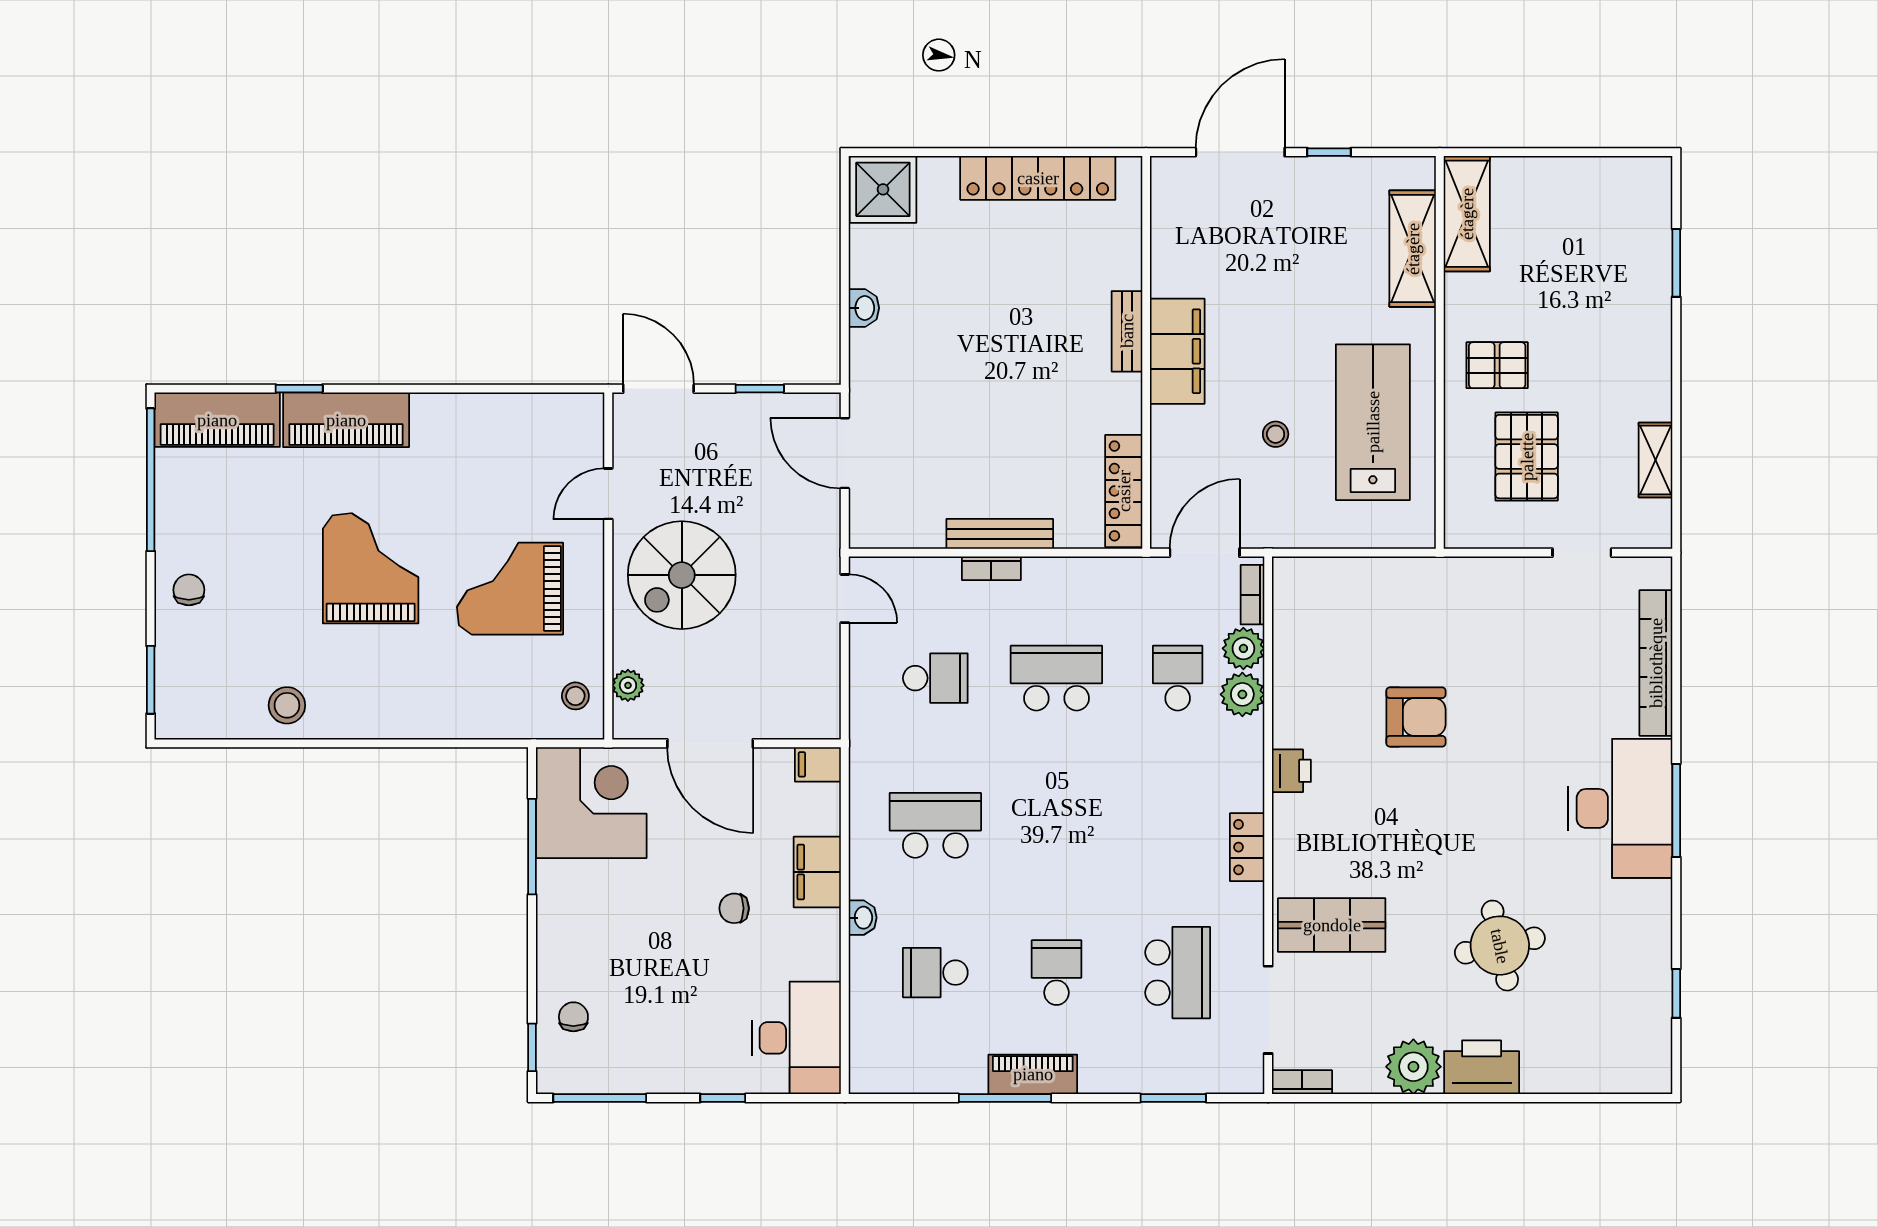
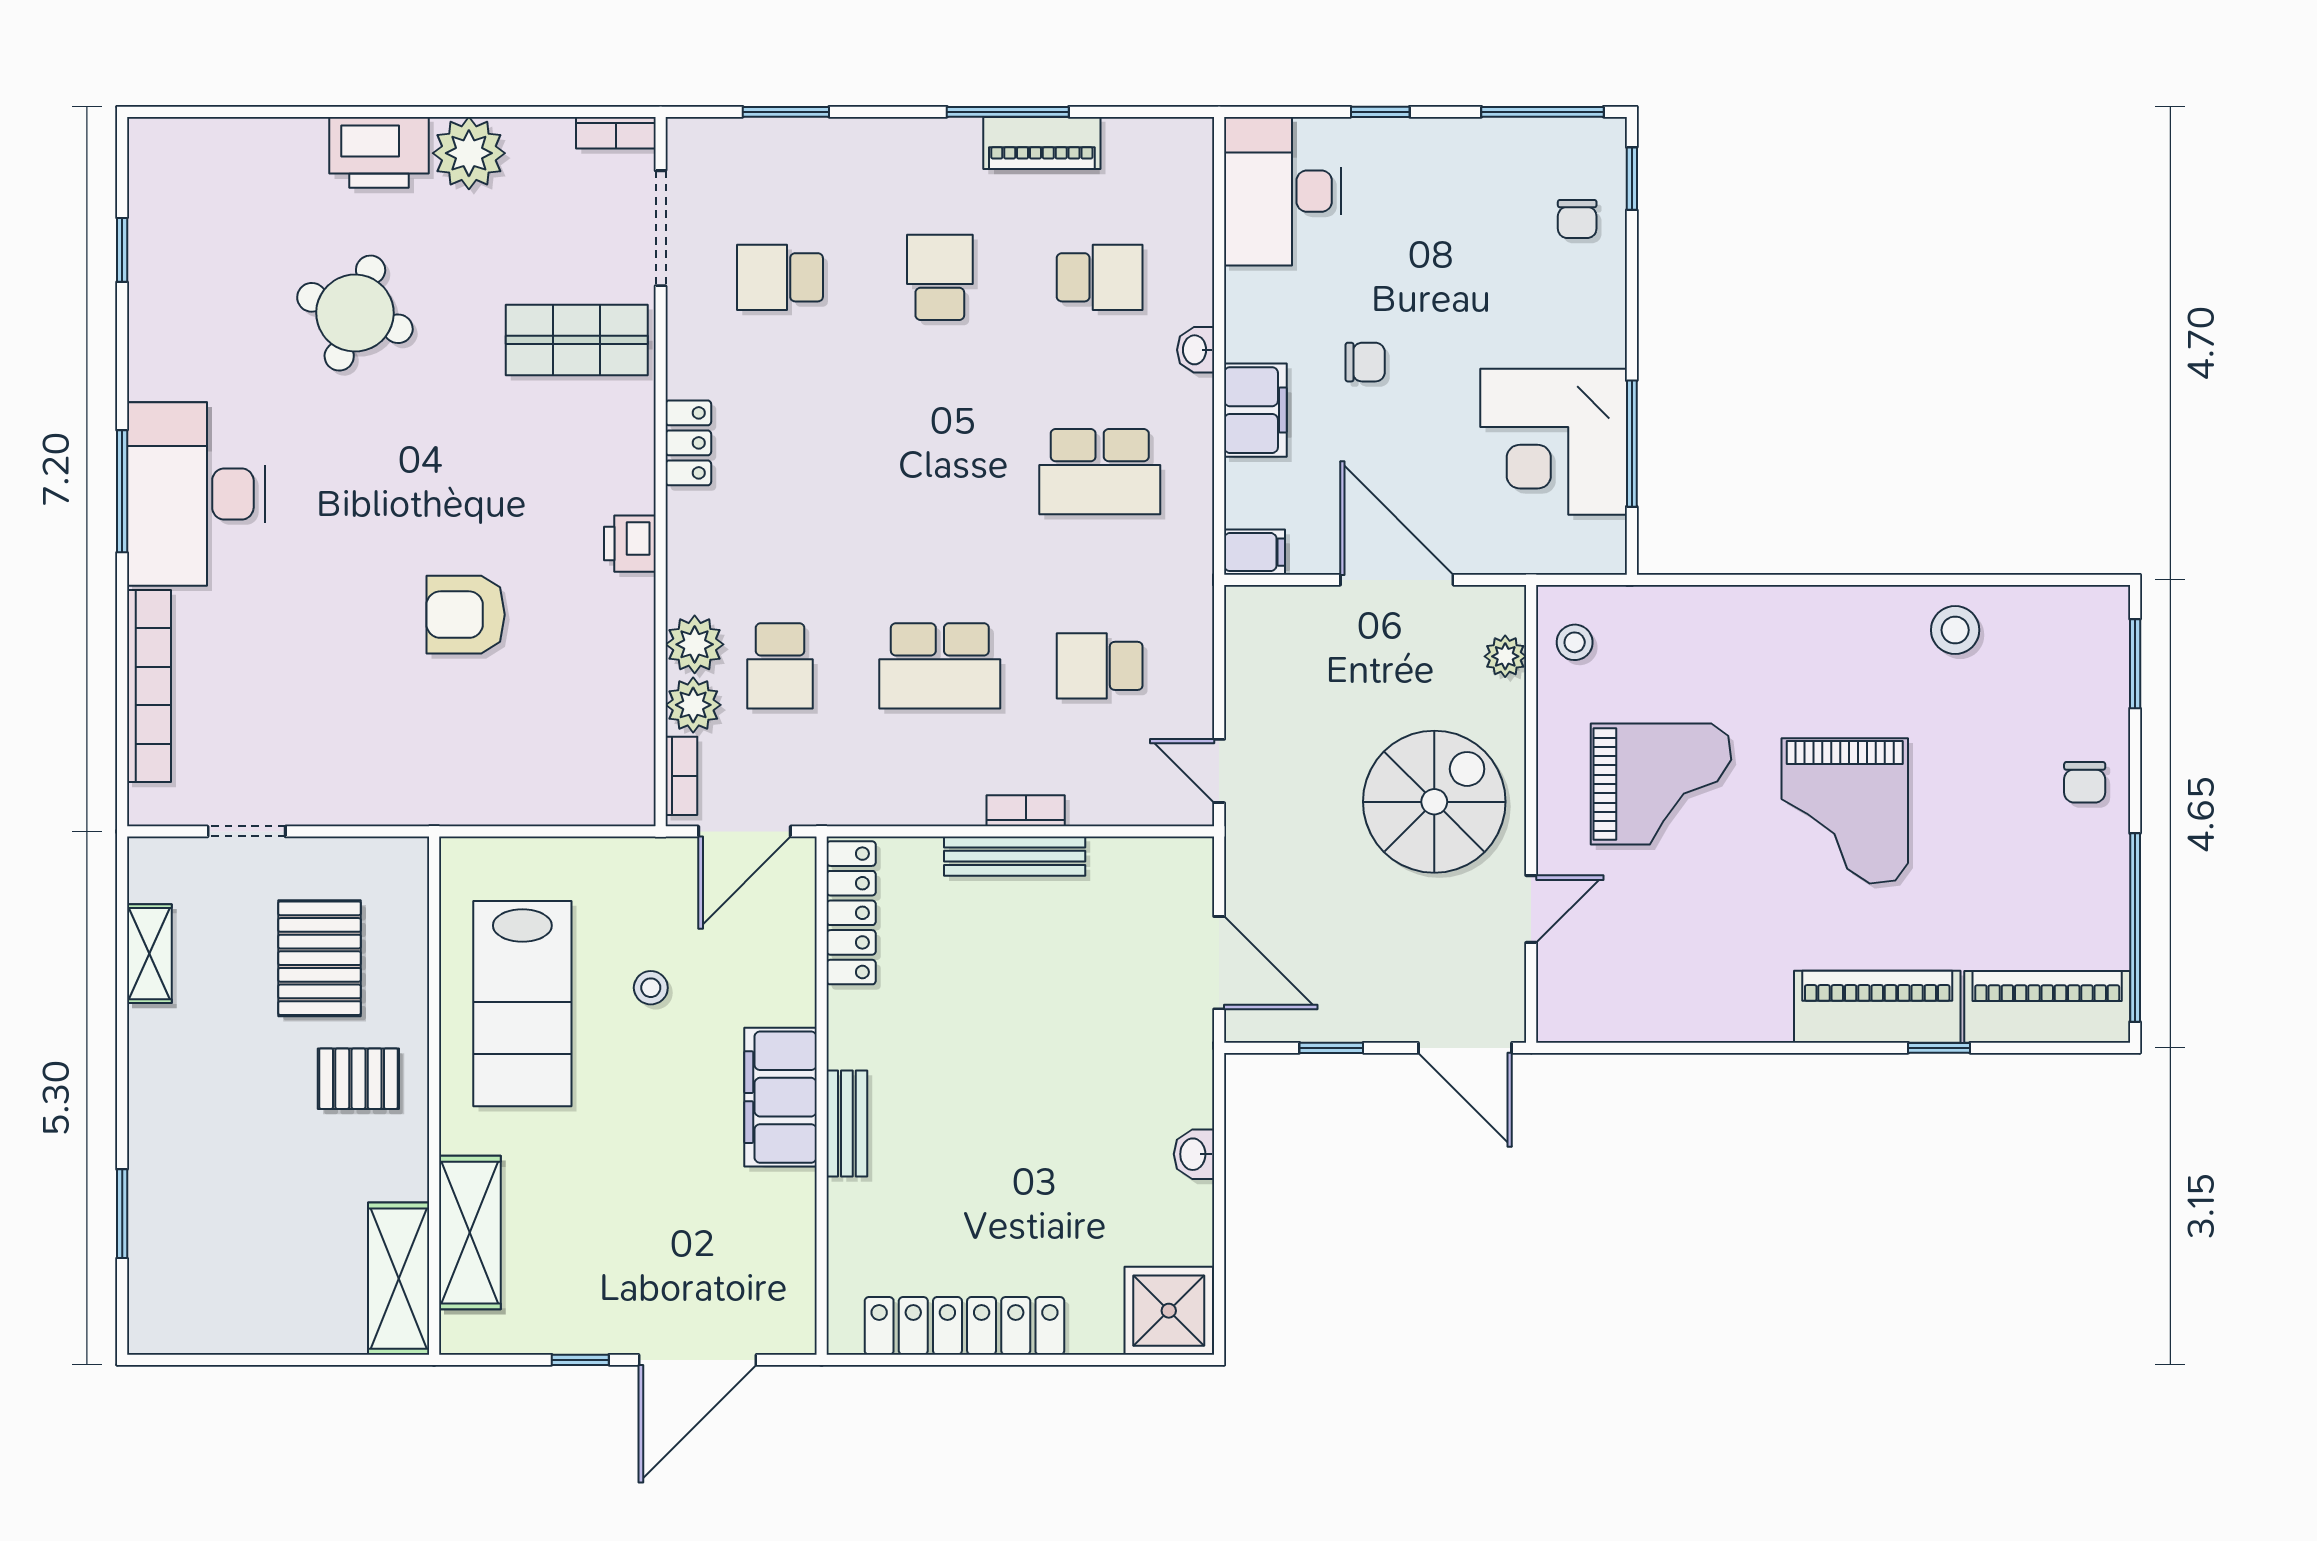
corner desk: (591, 803) -> (1554, 442), moved
round table: (1500, 946) -> (355, 313), turned 32
school desk: (1056, 973) -> (940, 277), turned 180
school desk: (1178, 973) -> (780, 277), width x0.54
piano: (1033, 1074) -> (1042, 143), moved

